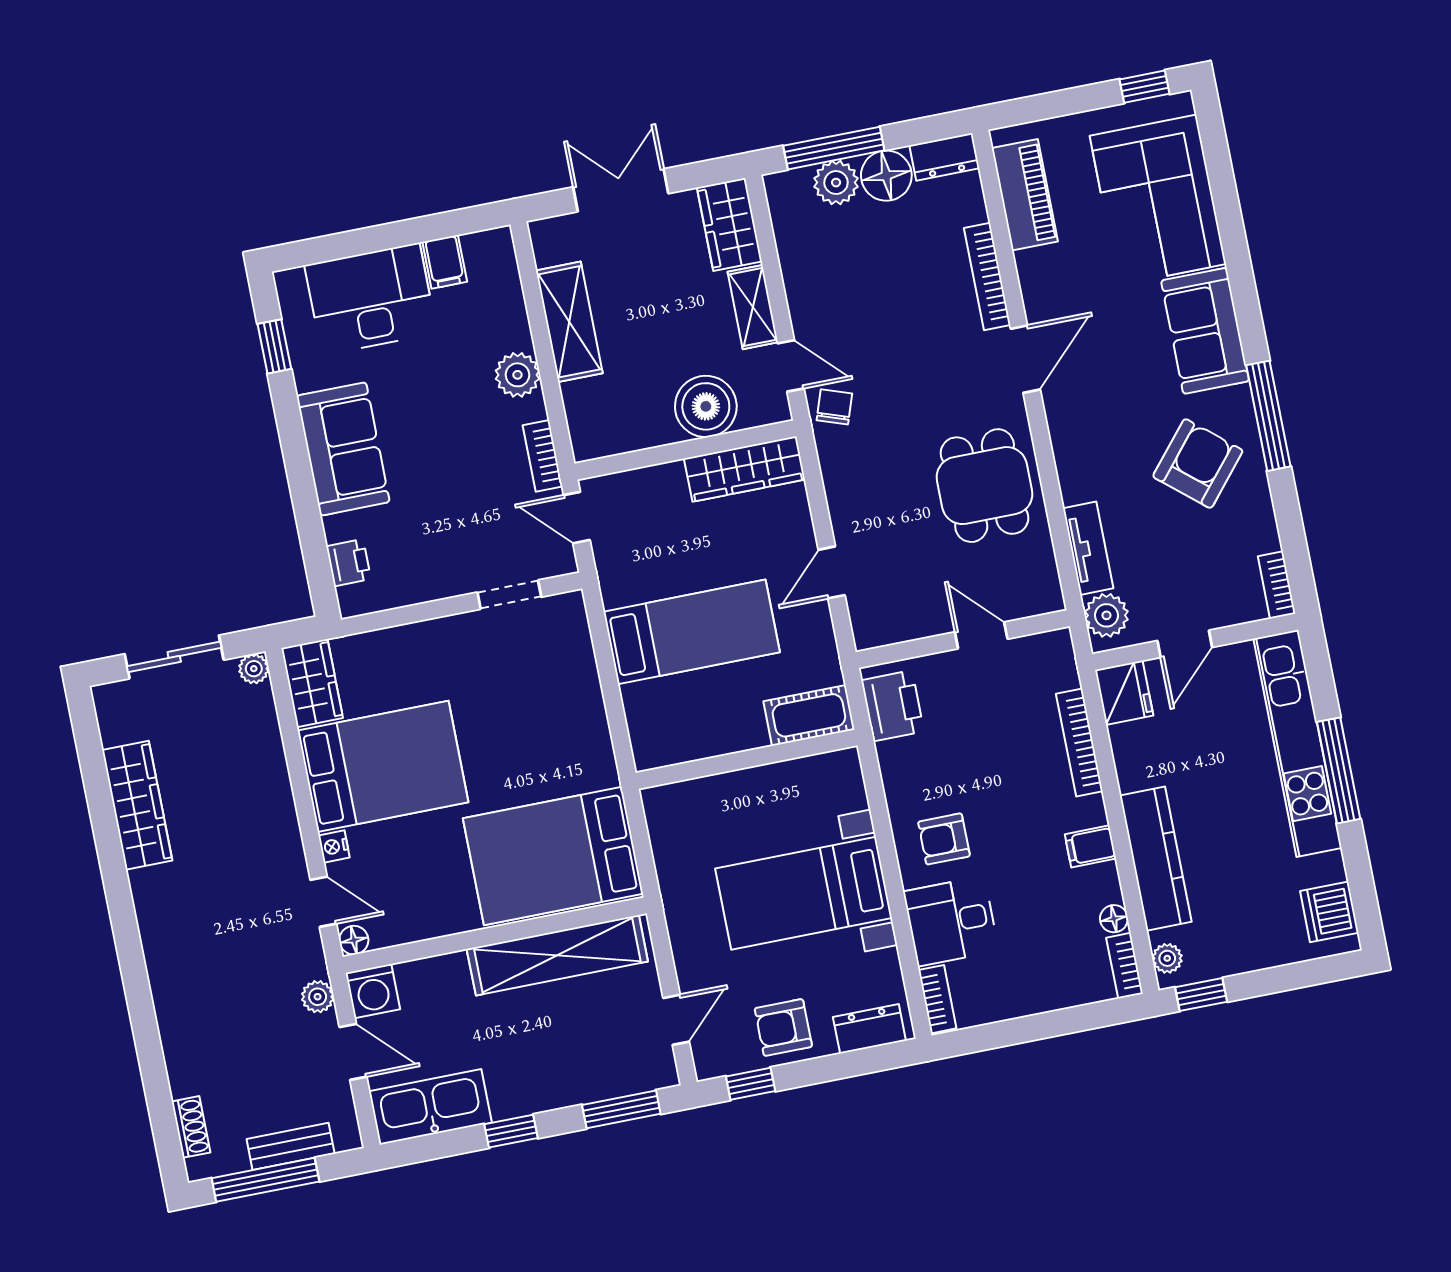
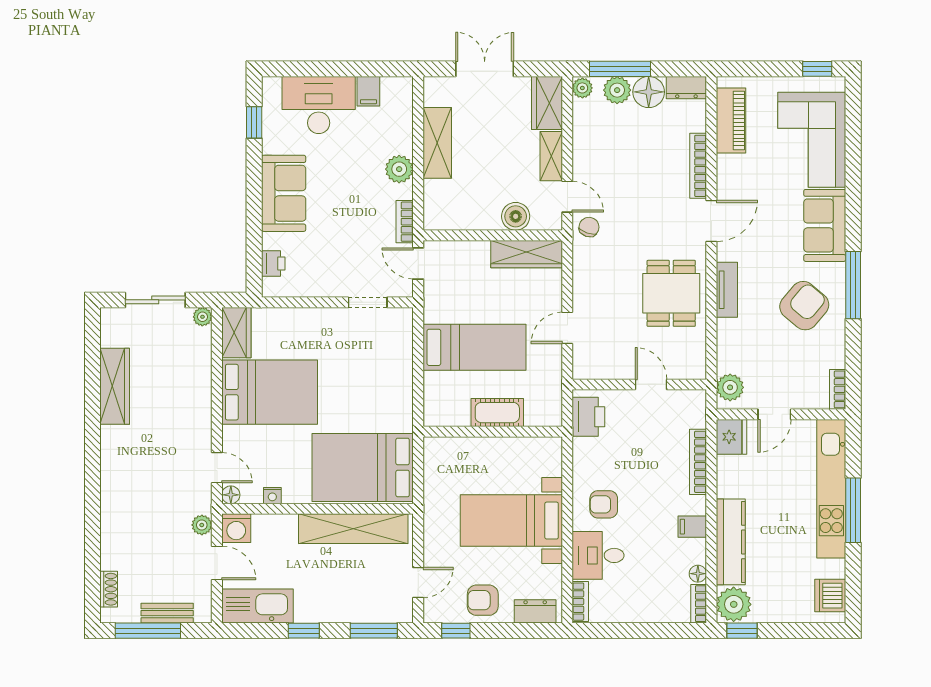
plant: (781, 190) -> (582, 88), added
boiler: (706, 406) -> (516, 216), width x0.73, depth x0.73
tv unit: (1088, 548) -> (727, 290), moved
cot: (809, 715) -> (497, 413), moved
nightstand: (334, 846) -> (272, 496), moved, turned -90
plant: (1167, 958) -> (734, 604), width x1.87, depth x1.87

